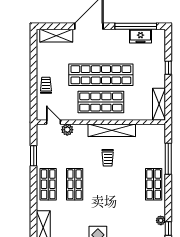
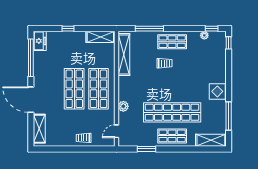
freezer: (140, 36) -> (40, 41), moved
shop shelf: (101, 75) -> (74, 89), width x0.71
plant: (67, 130) -> (123, 106), moved
shelving: (112, 130) -> (124, 54), moved
trolley: (108, 158) -> (165, 63), moved
shop shelf: (75, 184) -> (172, 112), width x2.00, depth x1.36

